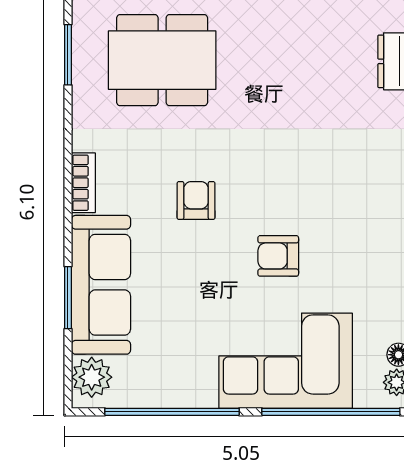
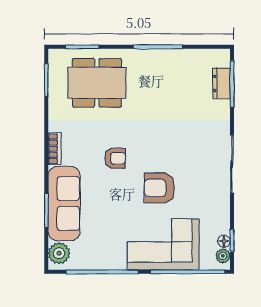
armchair: (196, 200) -> (115, 158), turned 90
armchair: (278, 256) -> (159, 188), width x1.38, depth x1.38

